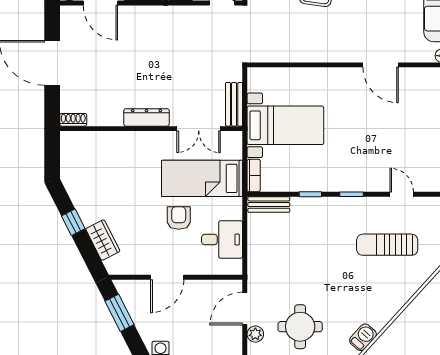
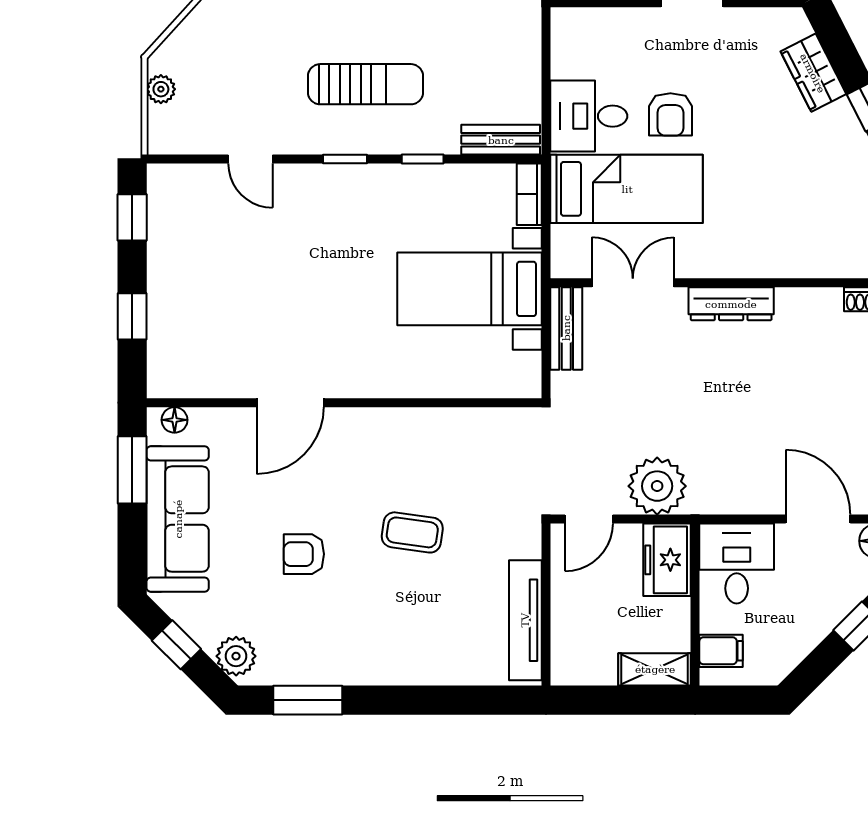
plant: (186, 21) -> (657, 486), added
door: (381, 65) -> (290, 403), swing flipped
desk: (222, 239) -> (589, 116), moved
sun lounger: (387, 245) -> (366, 84), moved

